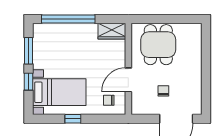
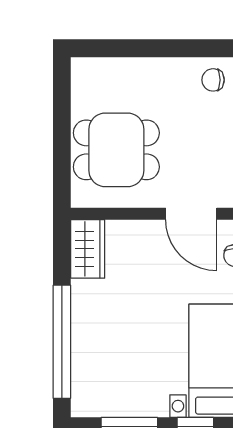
chair: (163, 91) -> (213, 80), moved

